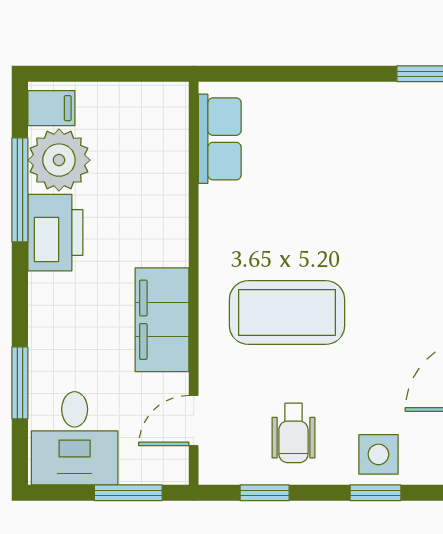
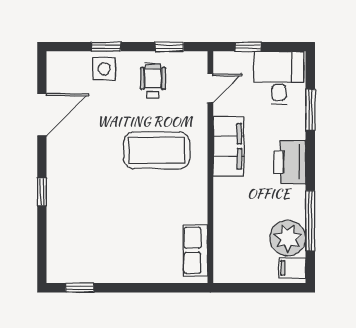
printer: (55, 233) -> (290, 162), moved
window: (128, 493) -> (248, 47), width x0.67

